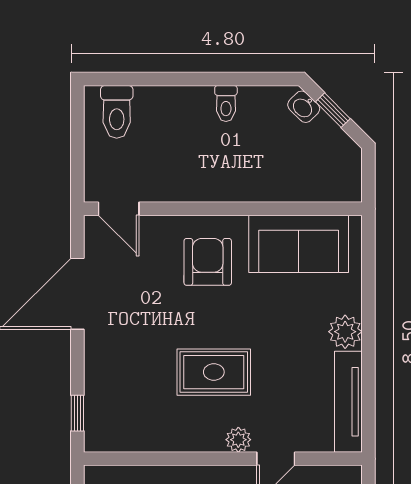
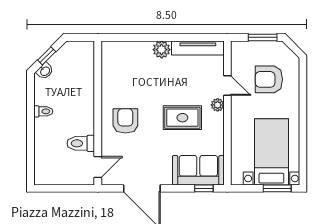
toilet: (117, 112) -> (81, 143), moved, turned 180
sofa: (299, 244) -> (198, 170), moved, turned -90
armchair: (208, 262) -> (125, 121), turned 90
rug: (214, 372) -> (182, 118), turned 90

